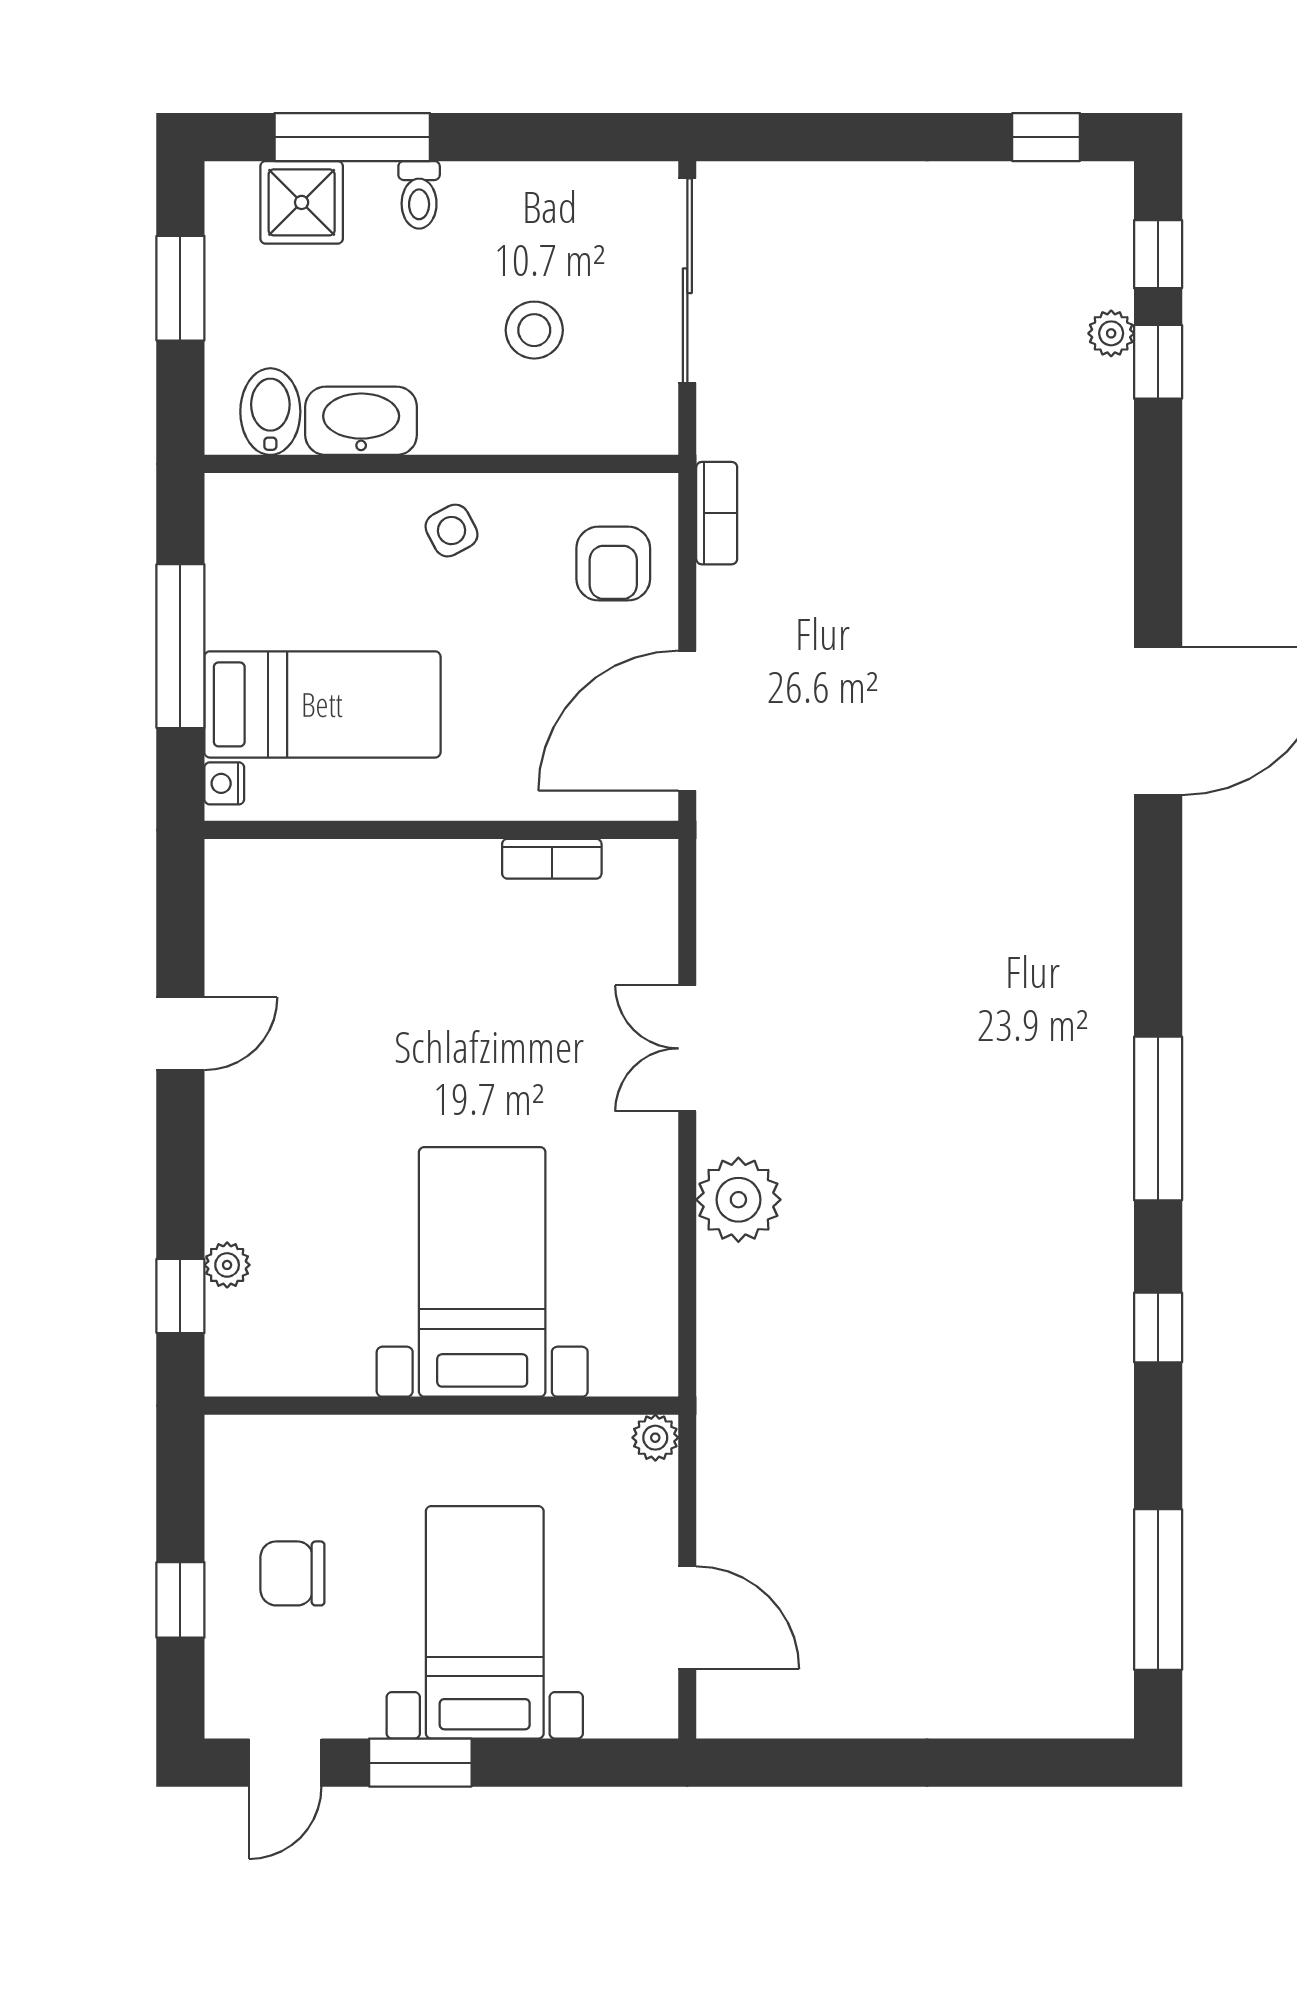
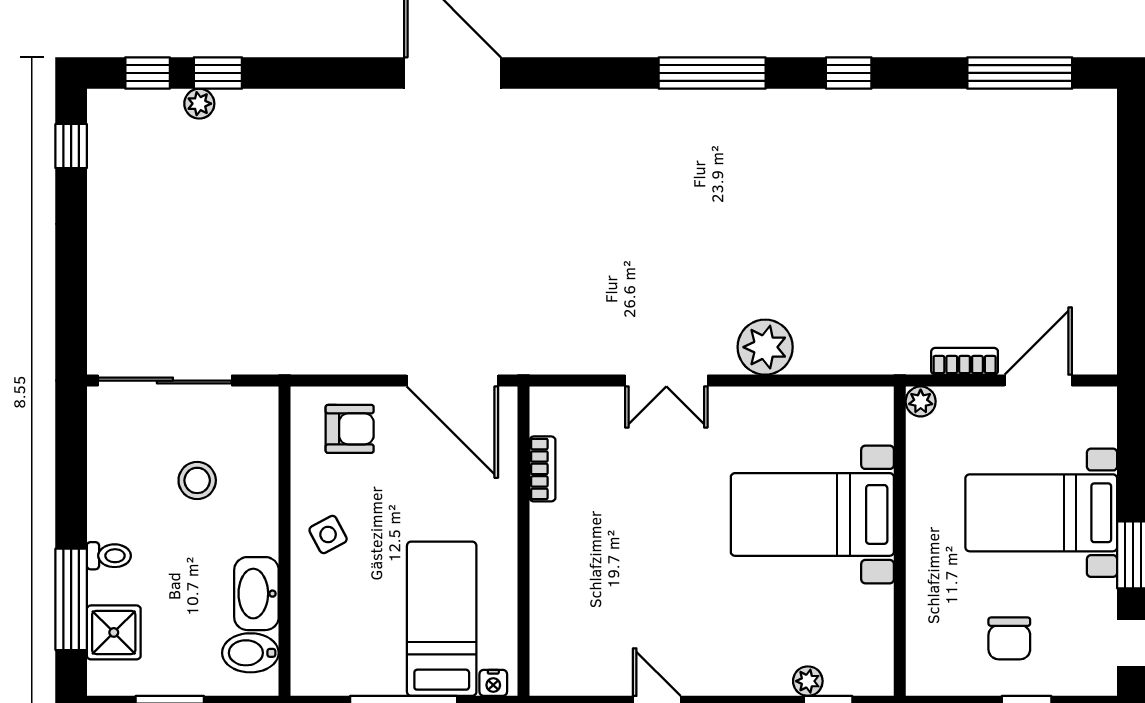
bookcase: (717, 513) -> (965, 361), moved

